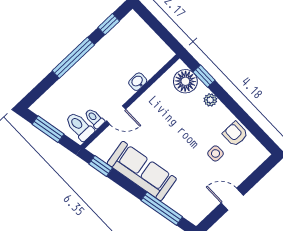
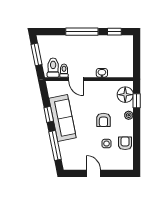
armchair: (188, 131) -> (103, 120), added
window: (101, 166) -> (49, 114), moved

